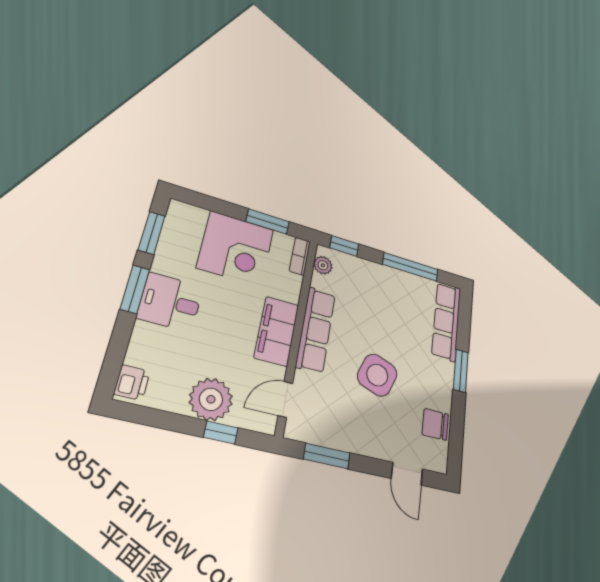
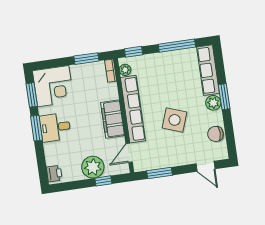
corner desk: (236, 248) -> (53, 86), moved
row of seats: (316, 330) -> (133, 109), width x1.36
plant: (443, 373) -> (213, 103), added

